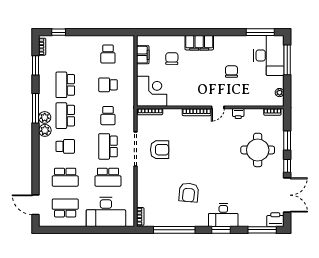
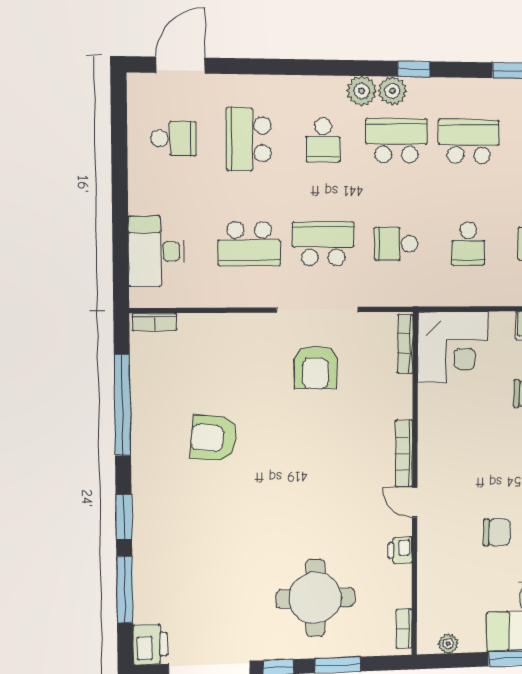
school desk: (108, 85) -> (468, 244), turned 180
window: (36, 108) -> (414, 69), width x0.46
school desk: (108, 177) -> (249, 244), turned -90
school desk: (65, 208) -> (173, 139), width x0.54
desk: (106, 212) -> (156, 251), width x0.73, depth x0.77
desk: (223, 215) -> (160, 521), removed
window: (262, 230) -> (125, 590), moved

